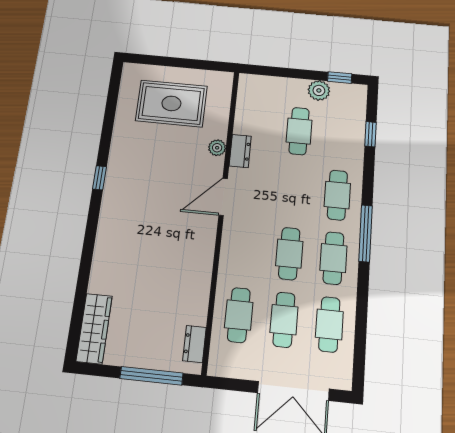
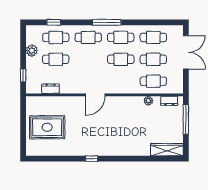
window: (340, 78) -> (23, 75), moved
rug: (171, 103) -> (47, 127), turned 90
cafe table: (341, 135) -> (56, 37), added
plant: (217, 148) -> (148, 101), moved
dresser: (240, 151) -> (51, 89), moved
door: (223, 197) -> (95, 95), hinge flipped

